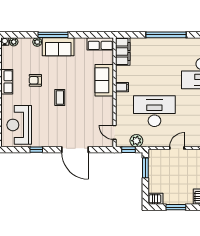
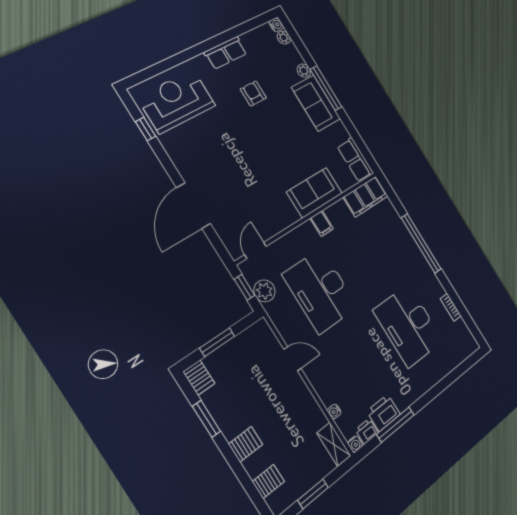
coffee table: (60, 97) -> (252, 141), removed
desk: (154, 111) -> (320, 291), turned 180
window: (36, 150) -> (146, 129), moved
window: (145, 168) -> (217, 342), moved

